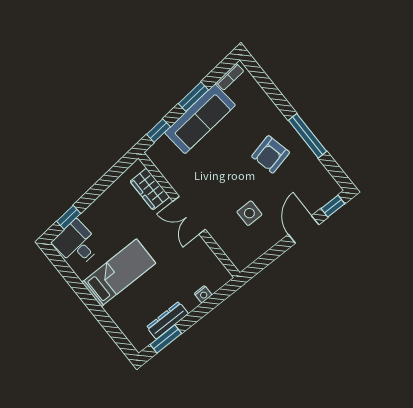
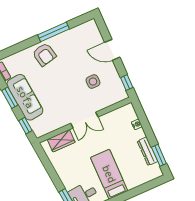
armchair: (271, 154) -> (44, 54), moved
window: (333, 206) -> (127, 82), moved

